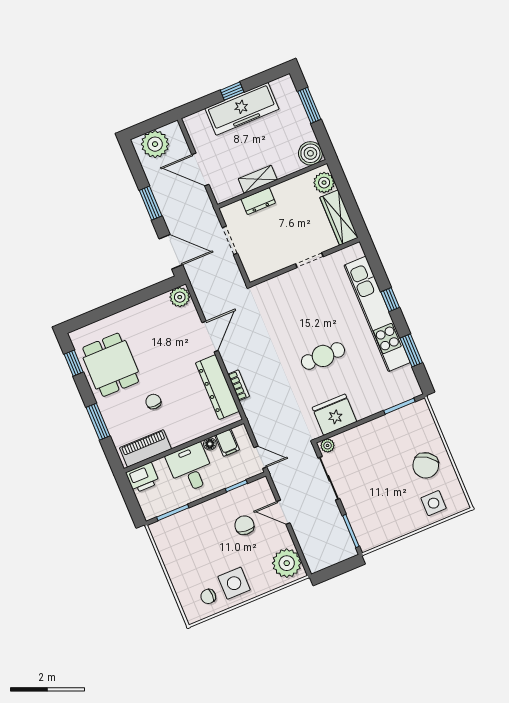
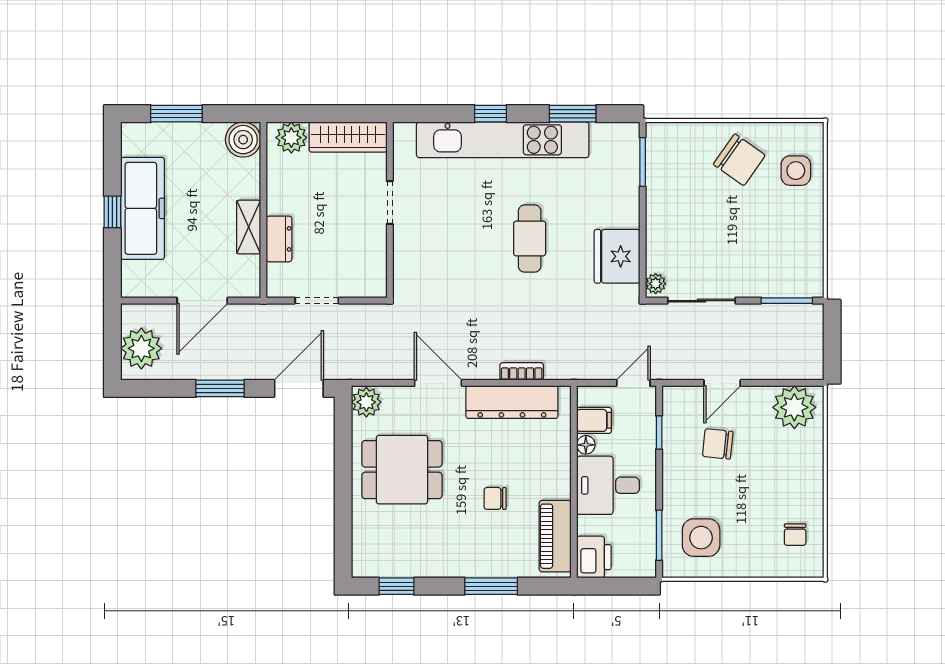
dining table: (111, 365) -> (402, 470), moved
side table: (234, 583) -> (701, 538), moved

